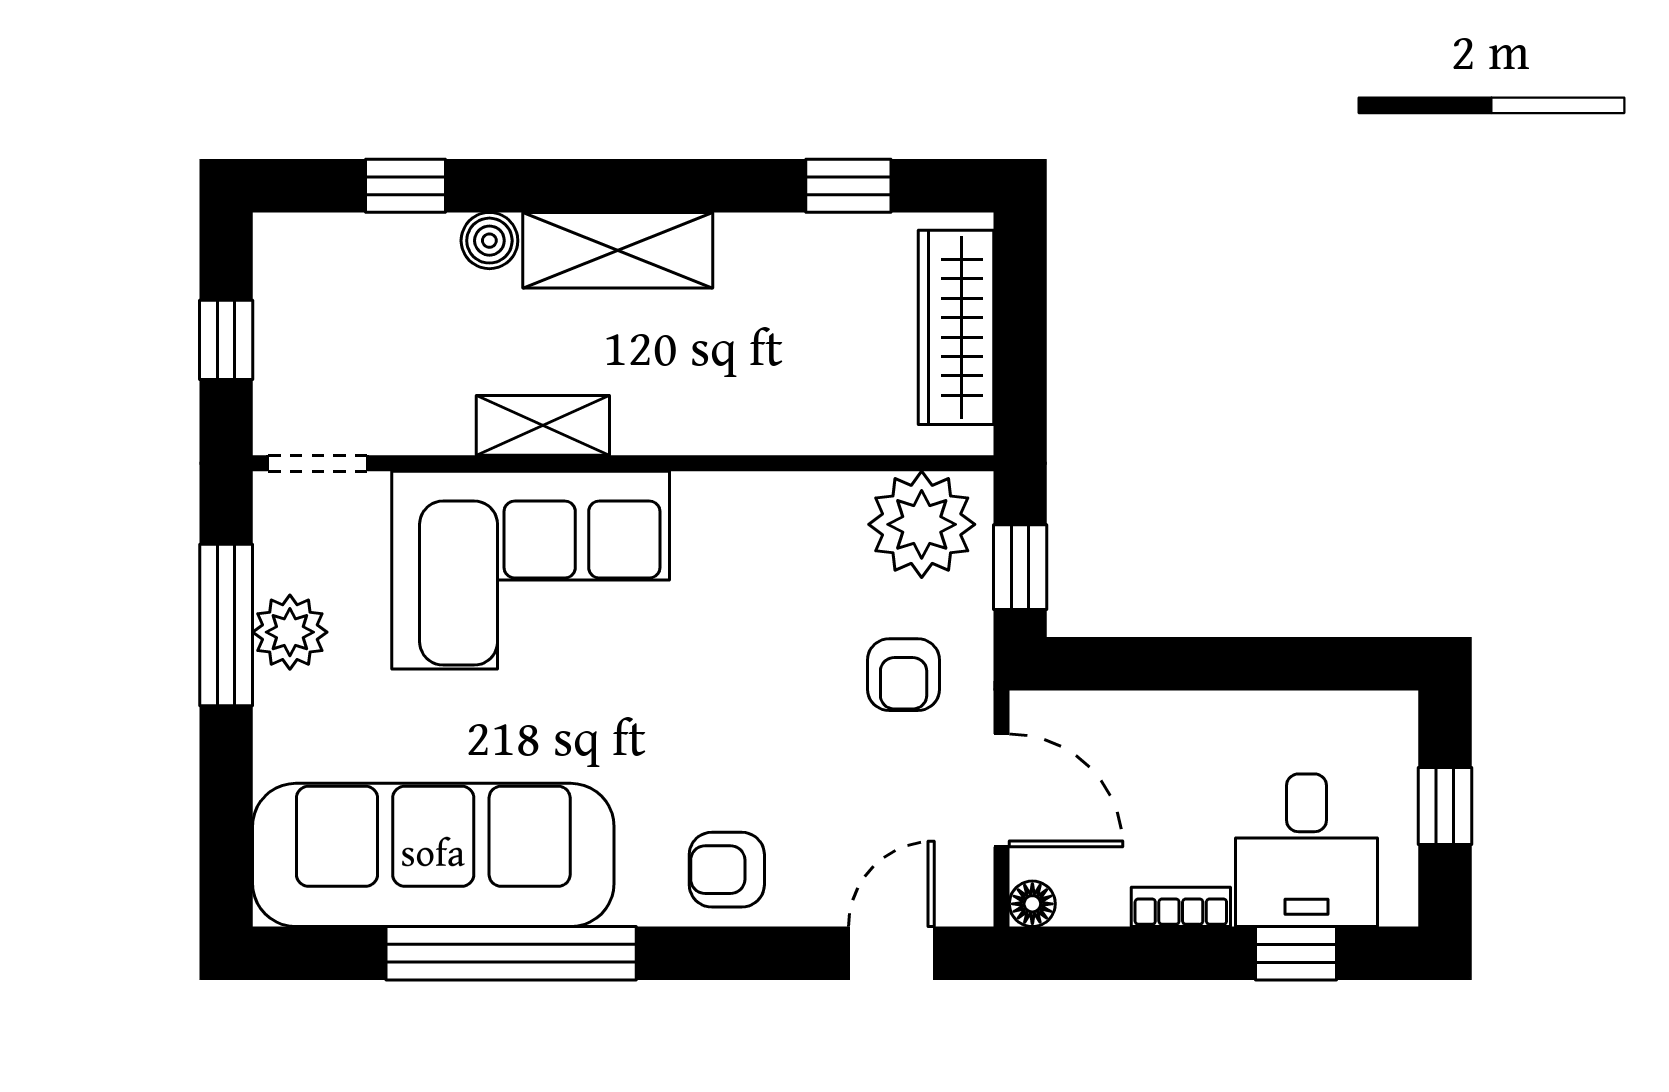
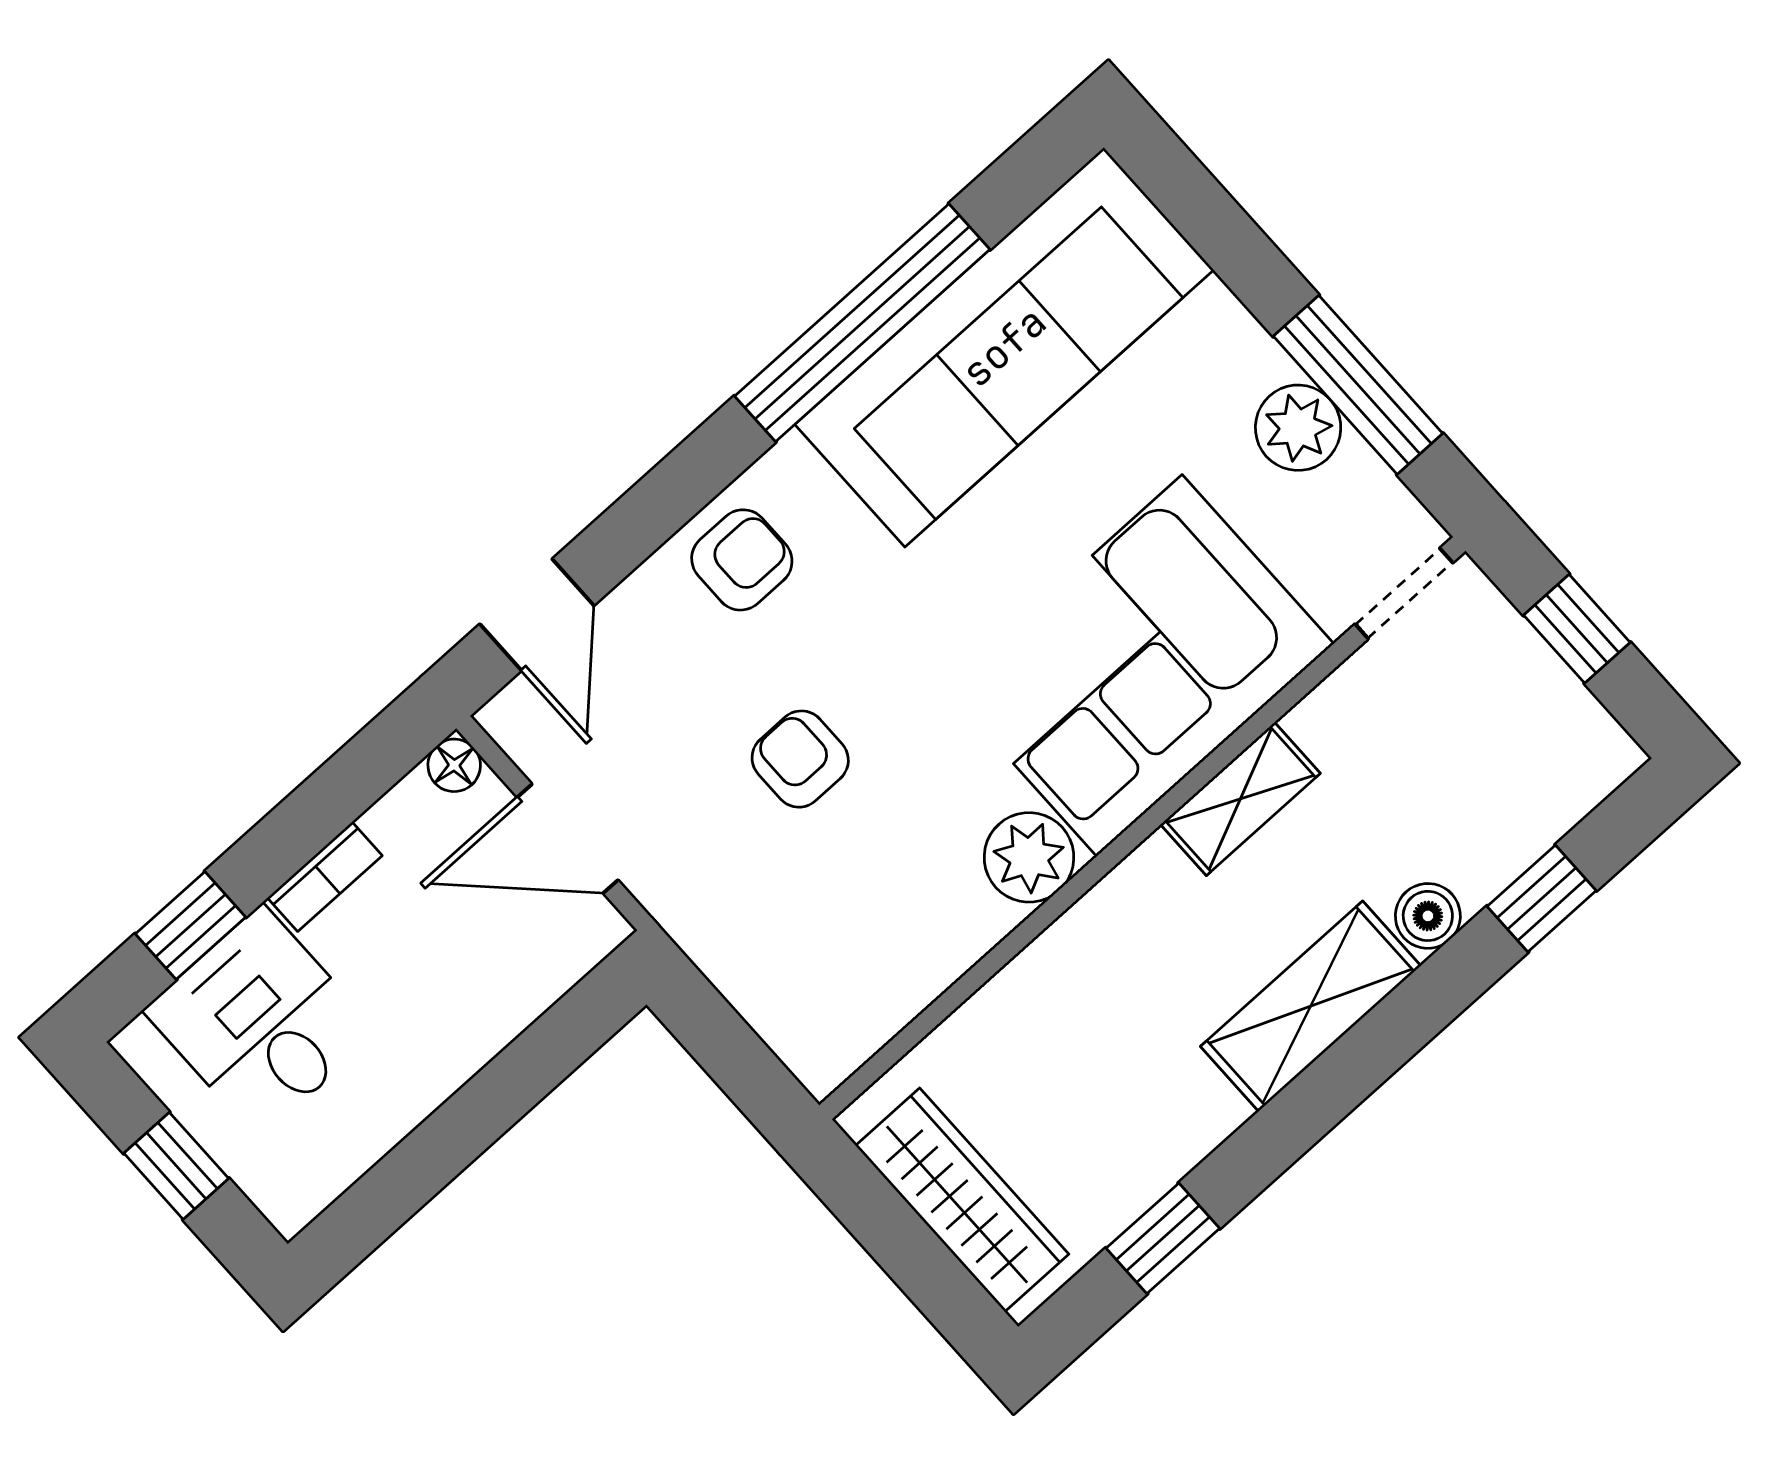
plant: (922, 524) -> (1029, 857), moved, width x0.73, depth x0.73
window: (1020, 567) -> (723, 1044), removed
armchair: (904, 675) -> (800, 759), moved

